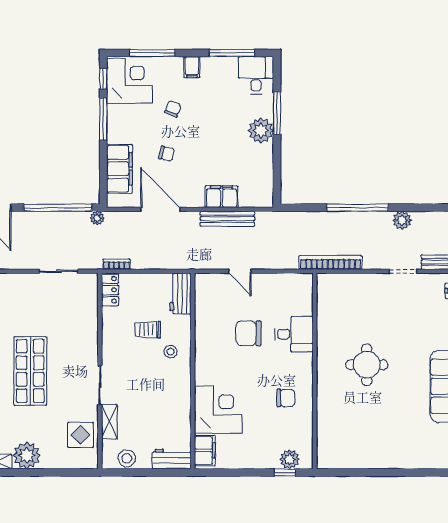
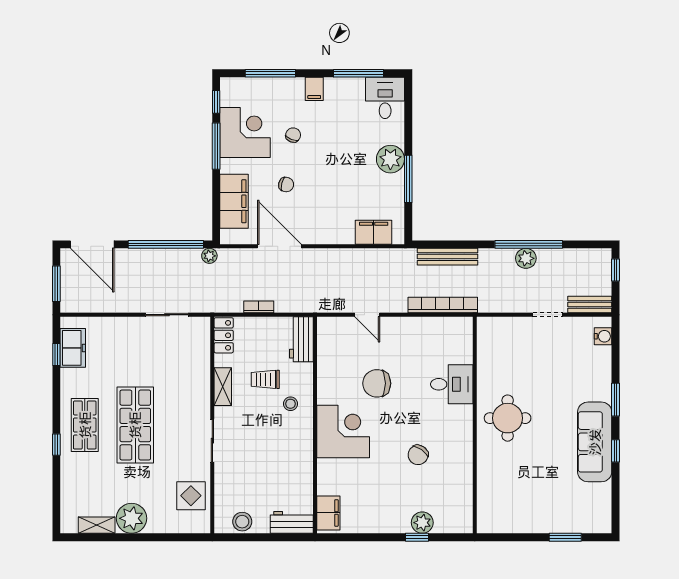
corner desk: (129, 81) -> (245, 133), moved
window: (277, 113) -> (408, 179), moved
filing cabinet: (222, 197) -> (374, 232), moved
window: (357, 208) -> (529, 244), moved
bench: (227, 219) -> (448, 257), moved
plant: (402, 220) -> (526, 258), moved
bookcase: (330, 262) -> (443, 305), moved
bookcase: (117, 264) -> (259, 307), moved
desk: (294, 334) -> (452, 384), moved
wall: (315, 371) -> (475, 425), moved
chair: (286, 398) -> (418, 455), turned 124
corner desk: (218, 410) -> (343, 431), moved
shelving: (109, 422) -> (223, 387), moved
window: (419, 472) -> (565, 537), added

